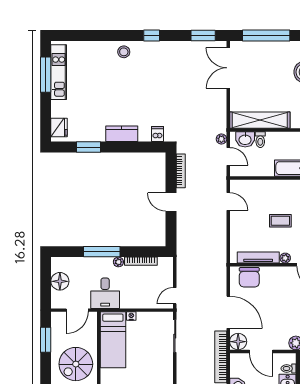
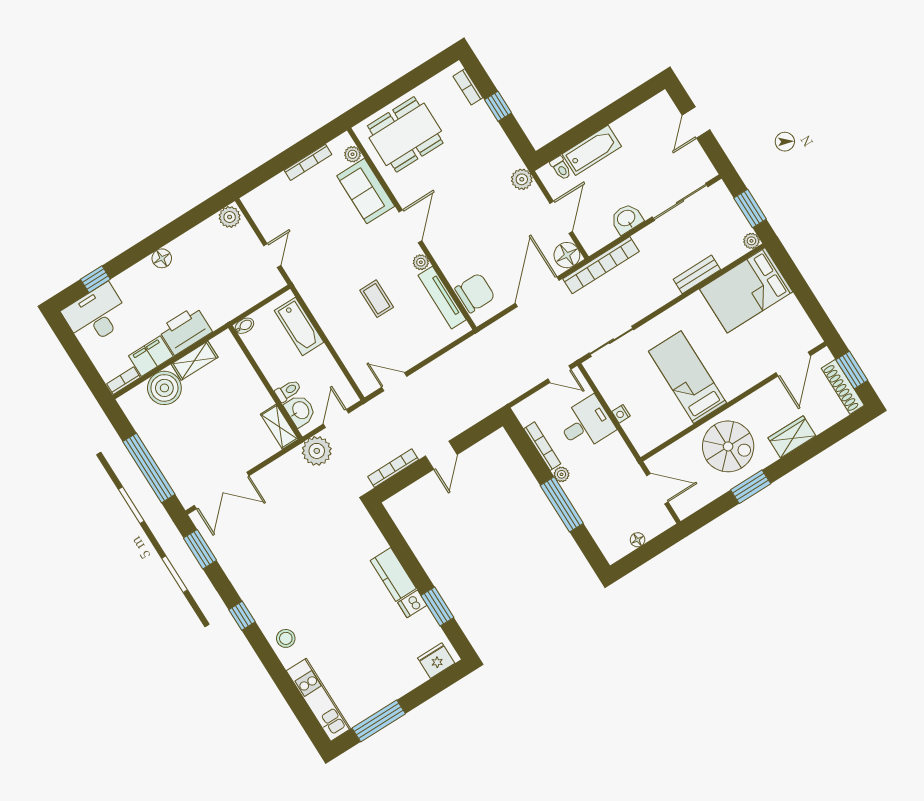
kitchen unit: (59, 72) -> (318, 700), moved, turned 90
shelving: (260, 120) -> (279, 427), width x0.45, depth x0.75
dishwasher: (158, 134) -> (412, 604), moved
plant: (221, 139) -> (317, 451), width x1.88, depth x1.88
door: (228, 202) -> (394, 382), hinge flipped
floor lamp: (60, 281) -> (638, 540), width x0.53, depth x0.53
desk: (105, 293) -> (586, 424), moved
window: (46, 340) -> (751, 487), moved
bed: (113, 340) -> (687, 377), moved, turned -90

